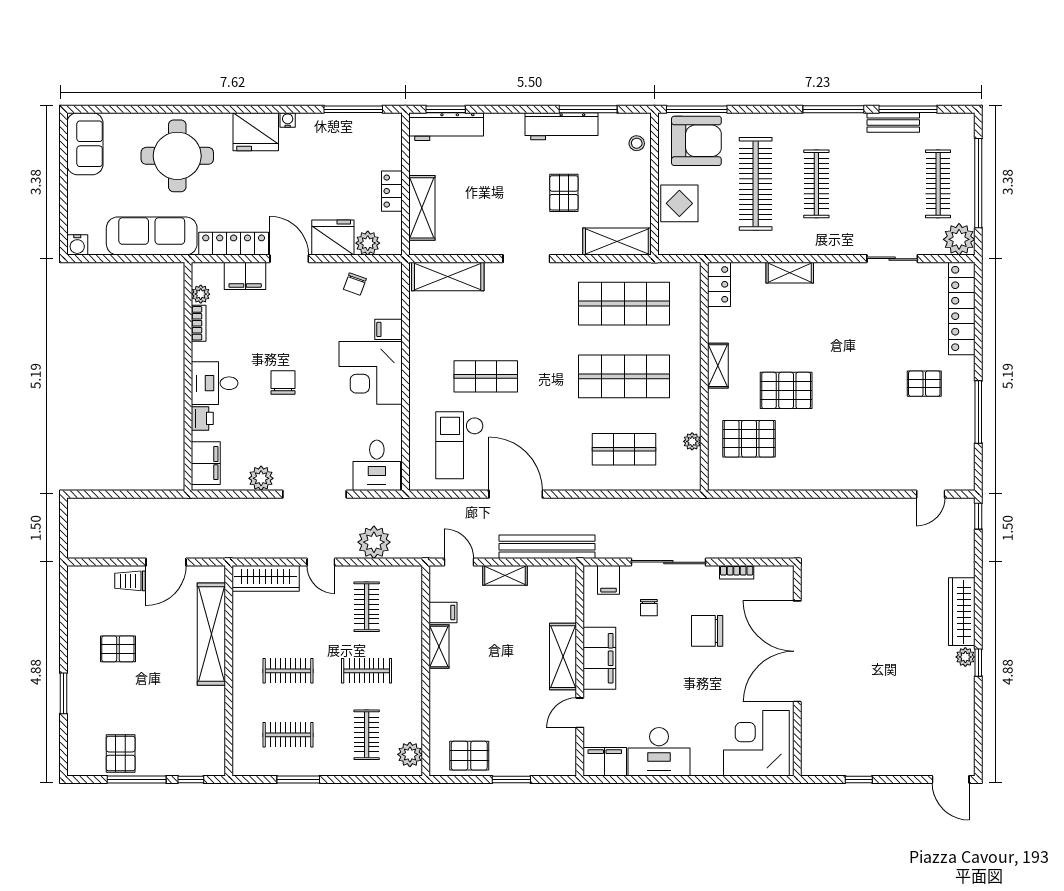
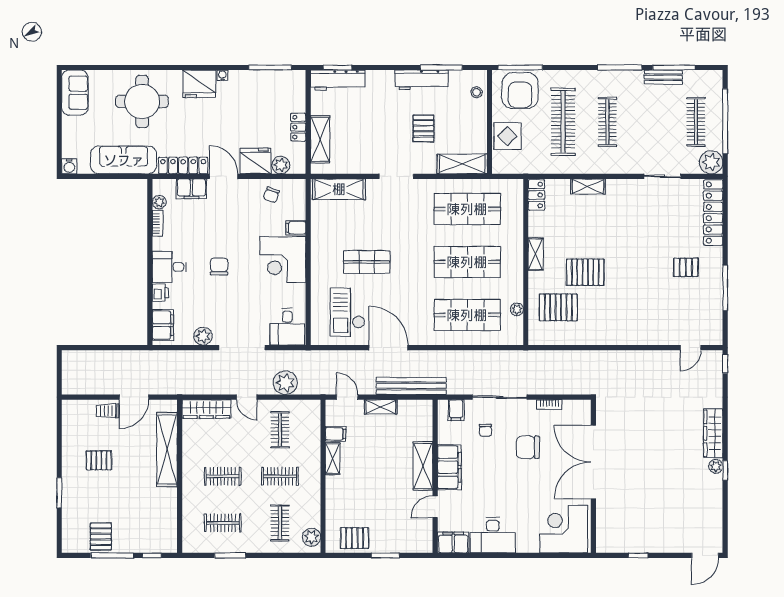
armchair: (696, 141) -> (520, 91), turned 90
shop shelf: (624, 449) -> (467, 315), width x1.43, depth x1.36
door: (951, 779) -> (705, 555), hinge flipped

